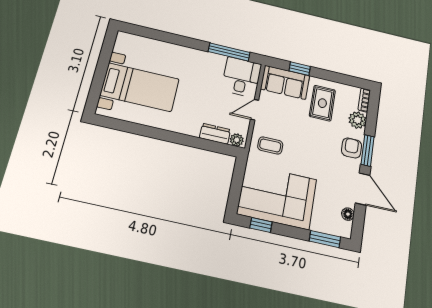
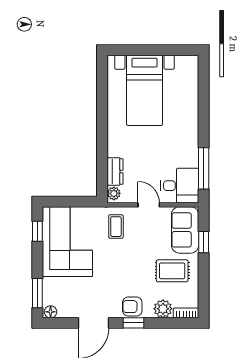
armchair: (351, 148) -> (132, 307), turned 180
window: (368, 151) -> (134, 323), width x0.67
floor lamp: (348, 214) -> (51, 312), moved

